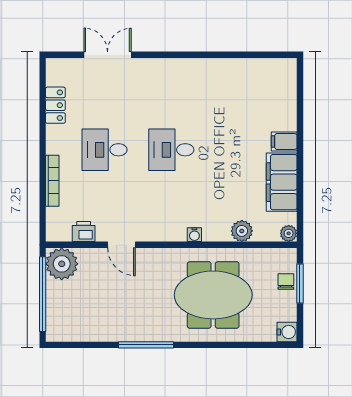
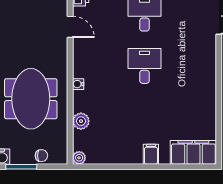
filing cabinet: (282, 182) -> (193, 152), moved
door: (121, 245) -> (70, 27), swing flipped
window: (300, 284) -> (21, 167), moved

